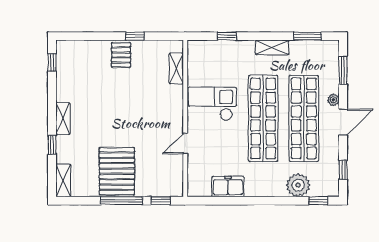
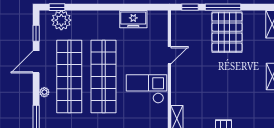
checkout: (212, 104) -> (147, 89), turned 180
door: (343, 122) -> (36, 62), moved
plant: (298, 185) -> (61, 20), moved

